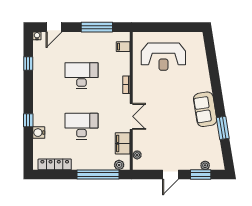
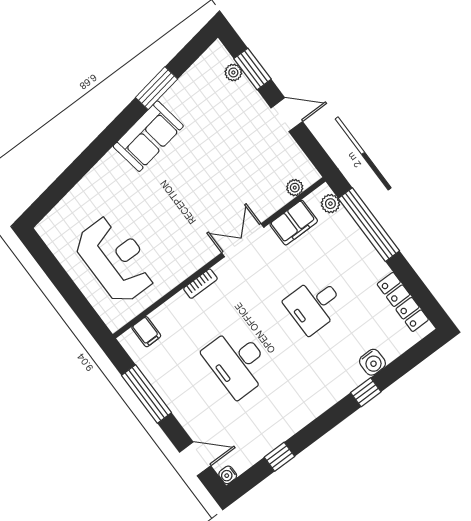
desk: (81, 126) -> (314, 305), width x0.73

